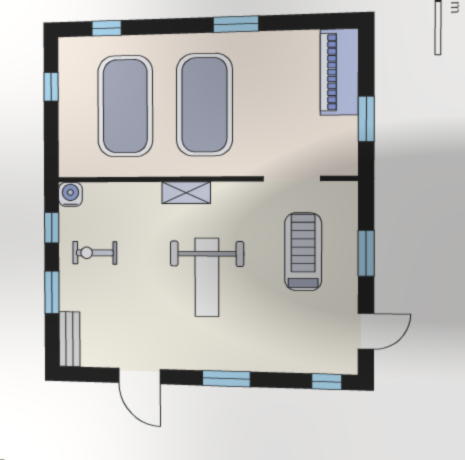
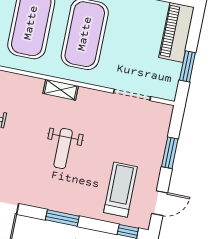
treadmill: (303, 252) -> (120, 190), moved
weight bench: (207, 277) -> (63, 149), width x0.73, depth x0.75

